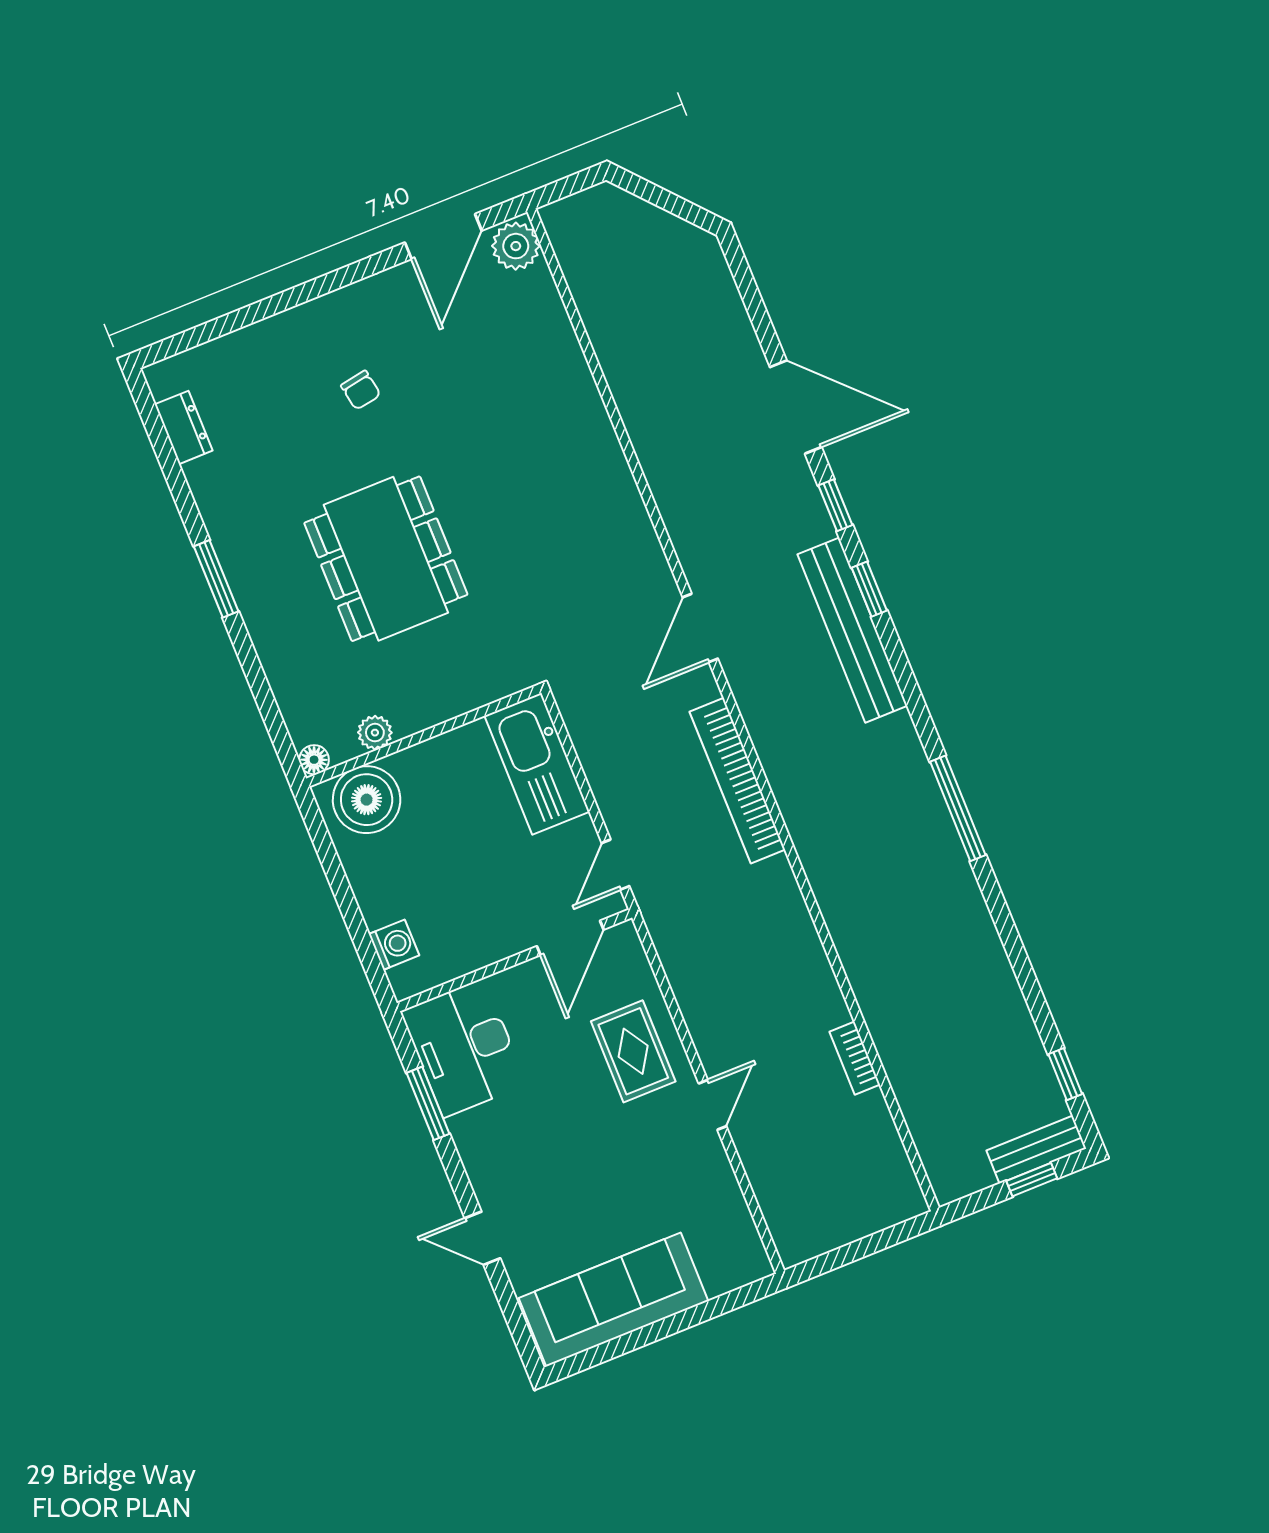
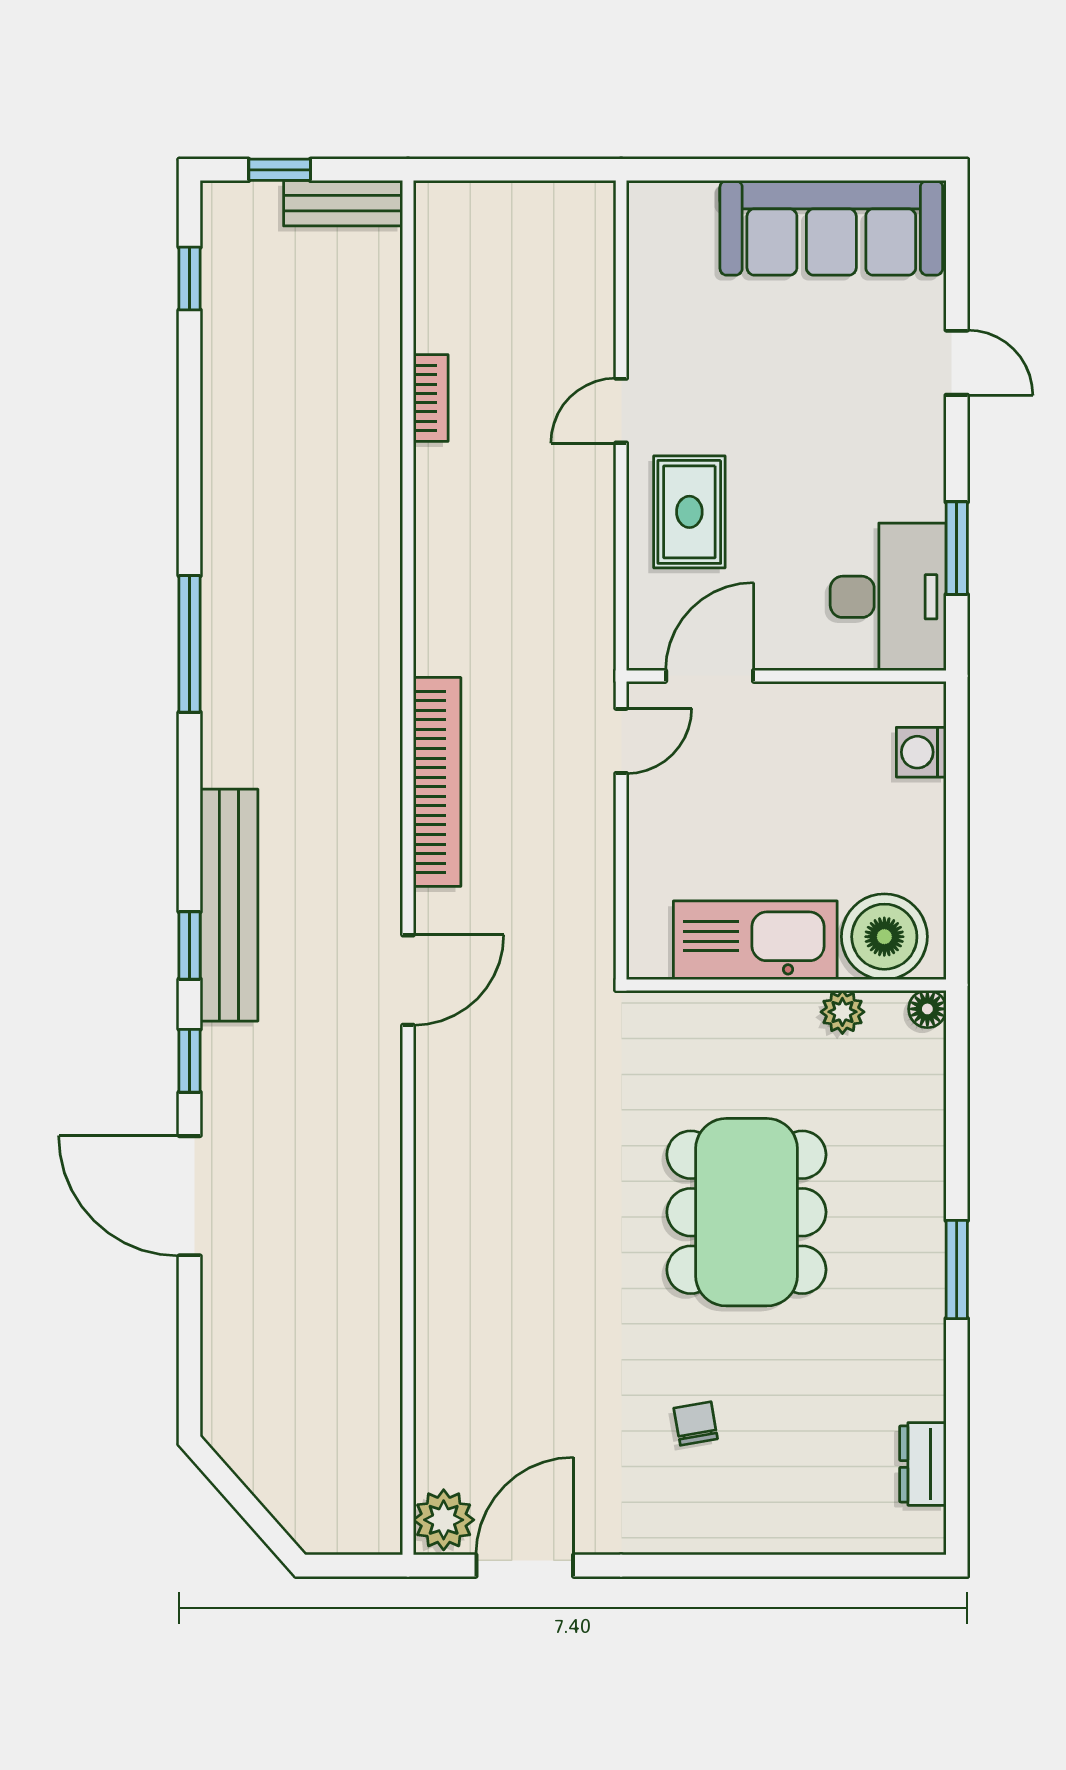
kitchen sink: (537, 764) -> (755, 940), moved, turned -90
bench: (1036, 1150) -> (343, 203), moved

